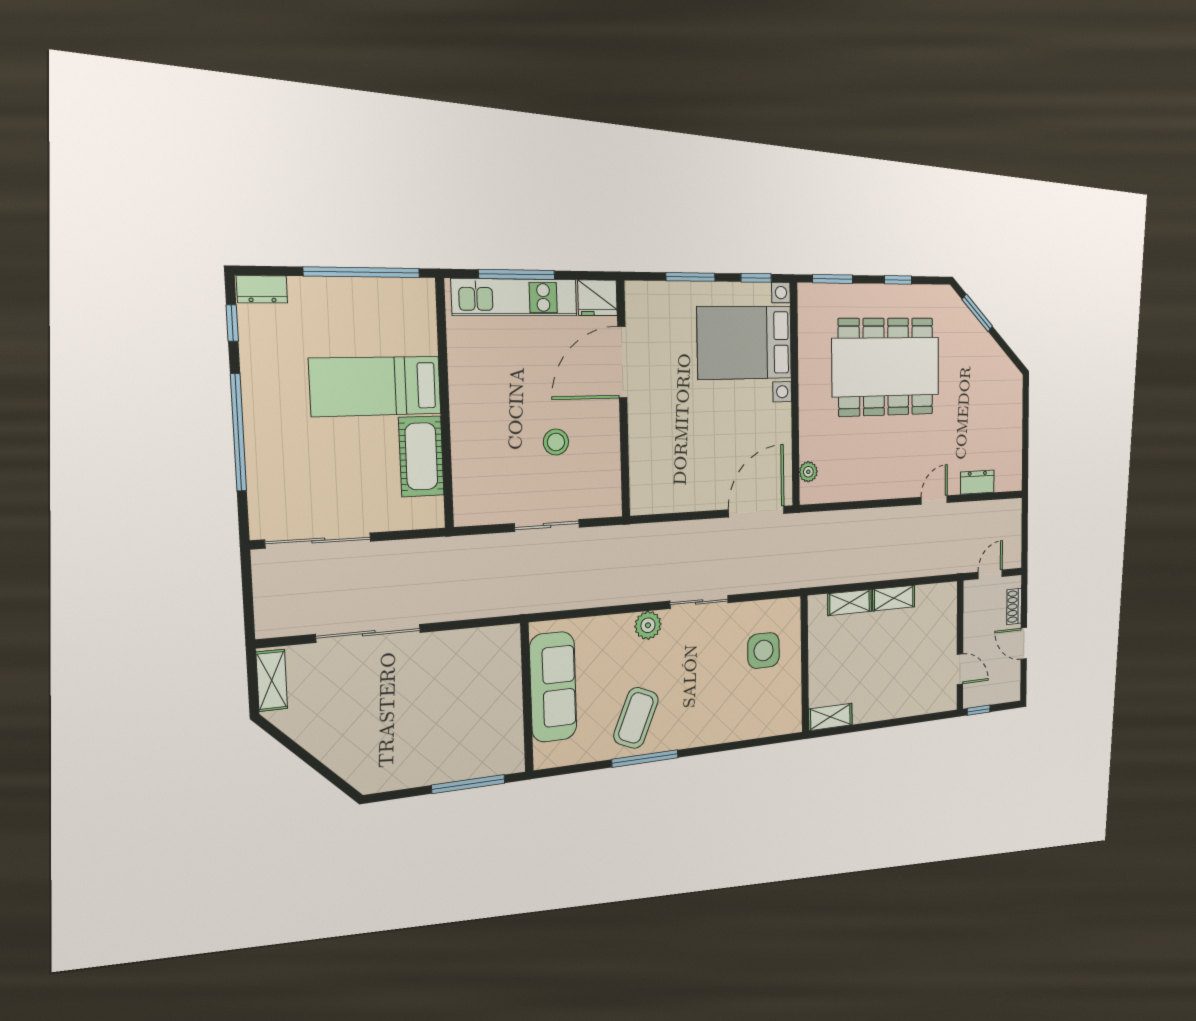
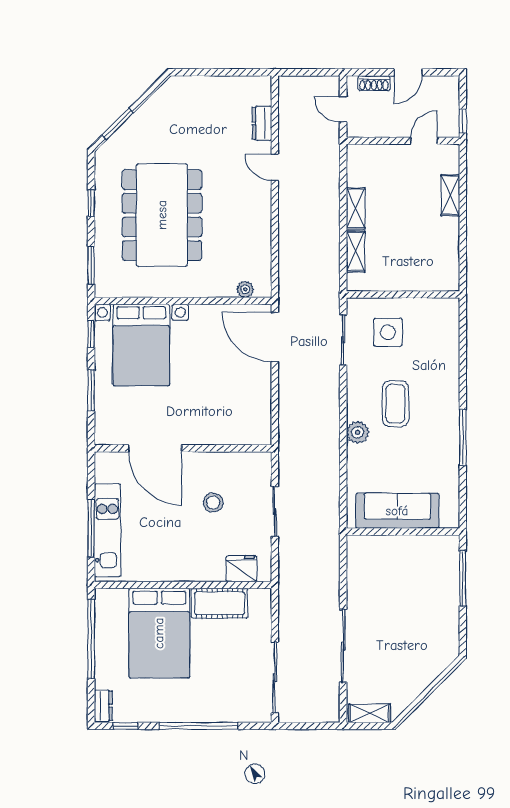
fridge: (597, 298) -> (241, 569), moved, turned -90
bed: (376, 386) -> (159, 633), width x1.50
sliding door: (699, 602) -> (343, 340), moved
shelving: (830, 717) -> (450, 195), moved
coffee table: (636, 718) -> (396, 404), moved, turned 67

